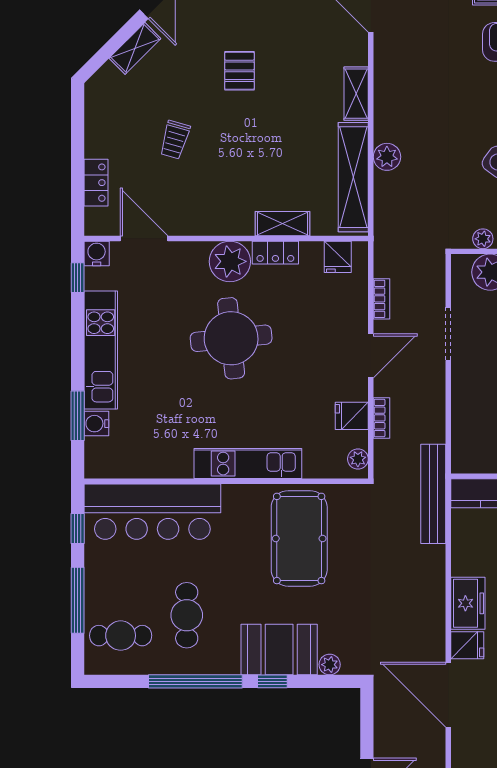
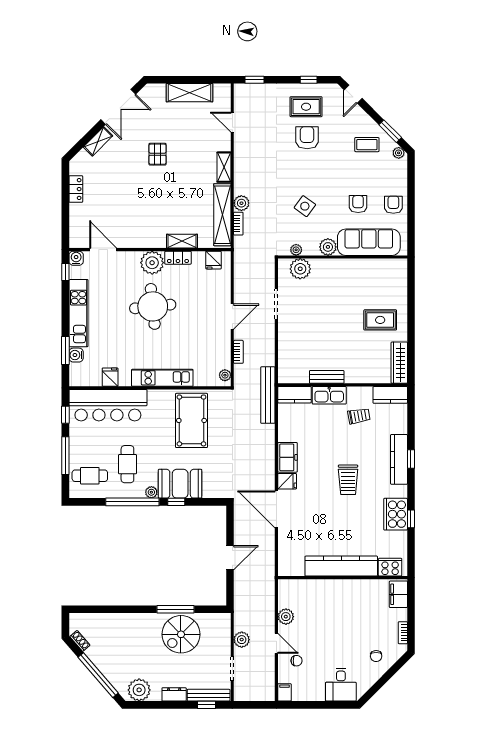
trolley: (175, 140) -> (121, 193), removed
locker: (96, 183) -> (76, 189), moved
bookcase: (381, 299) -> (238, 224), moved
fridge: (352, 416) -> (110, 377), moved, turned 90
plant: (330, 665) -> (151, 492), moved

